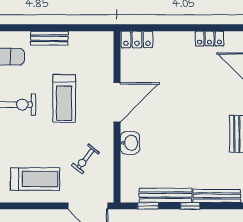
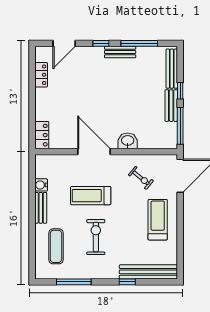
water cooler: (77, 39) -> (41, 185), added
treadmill: (64, 98) -> (91, 196), turned 180
bench: (165, 195) -> (171, 106), width x0.73
window: (148, 206) -> (180, 126), width x2.17

